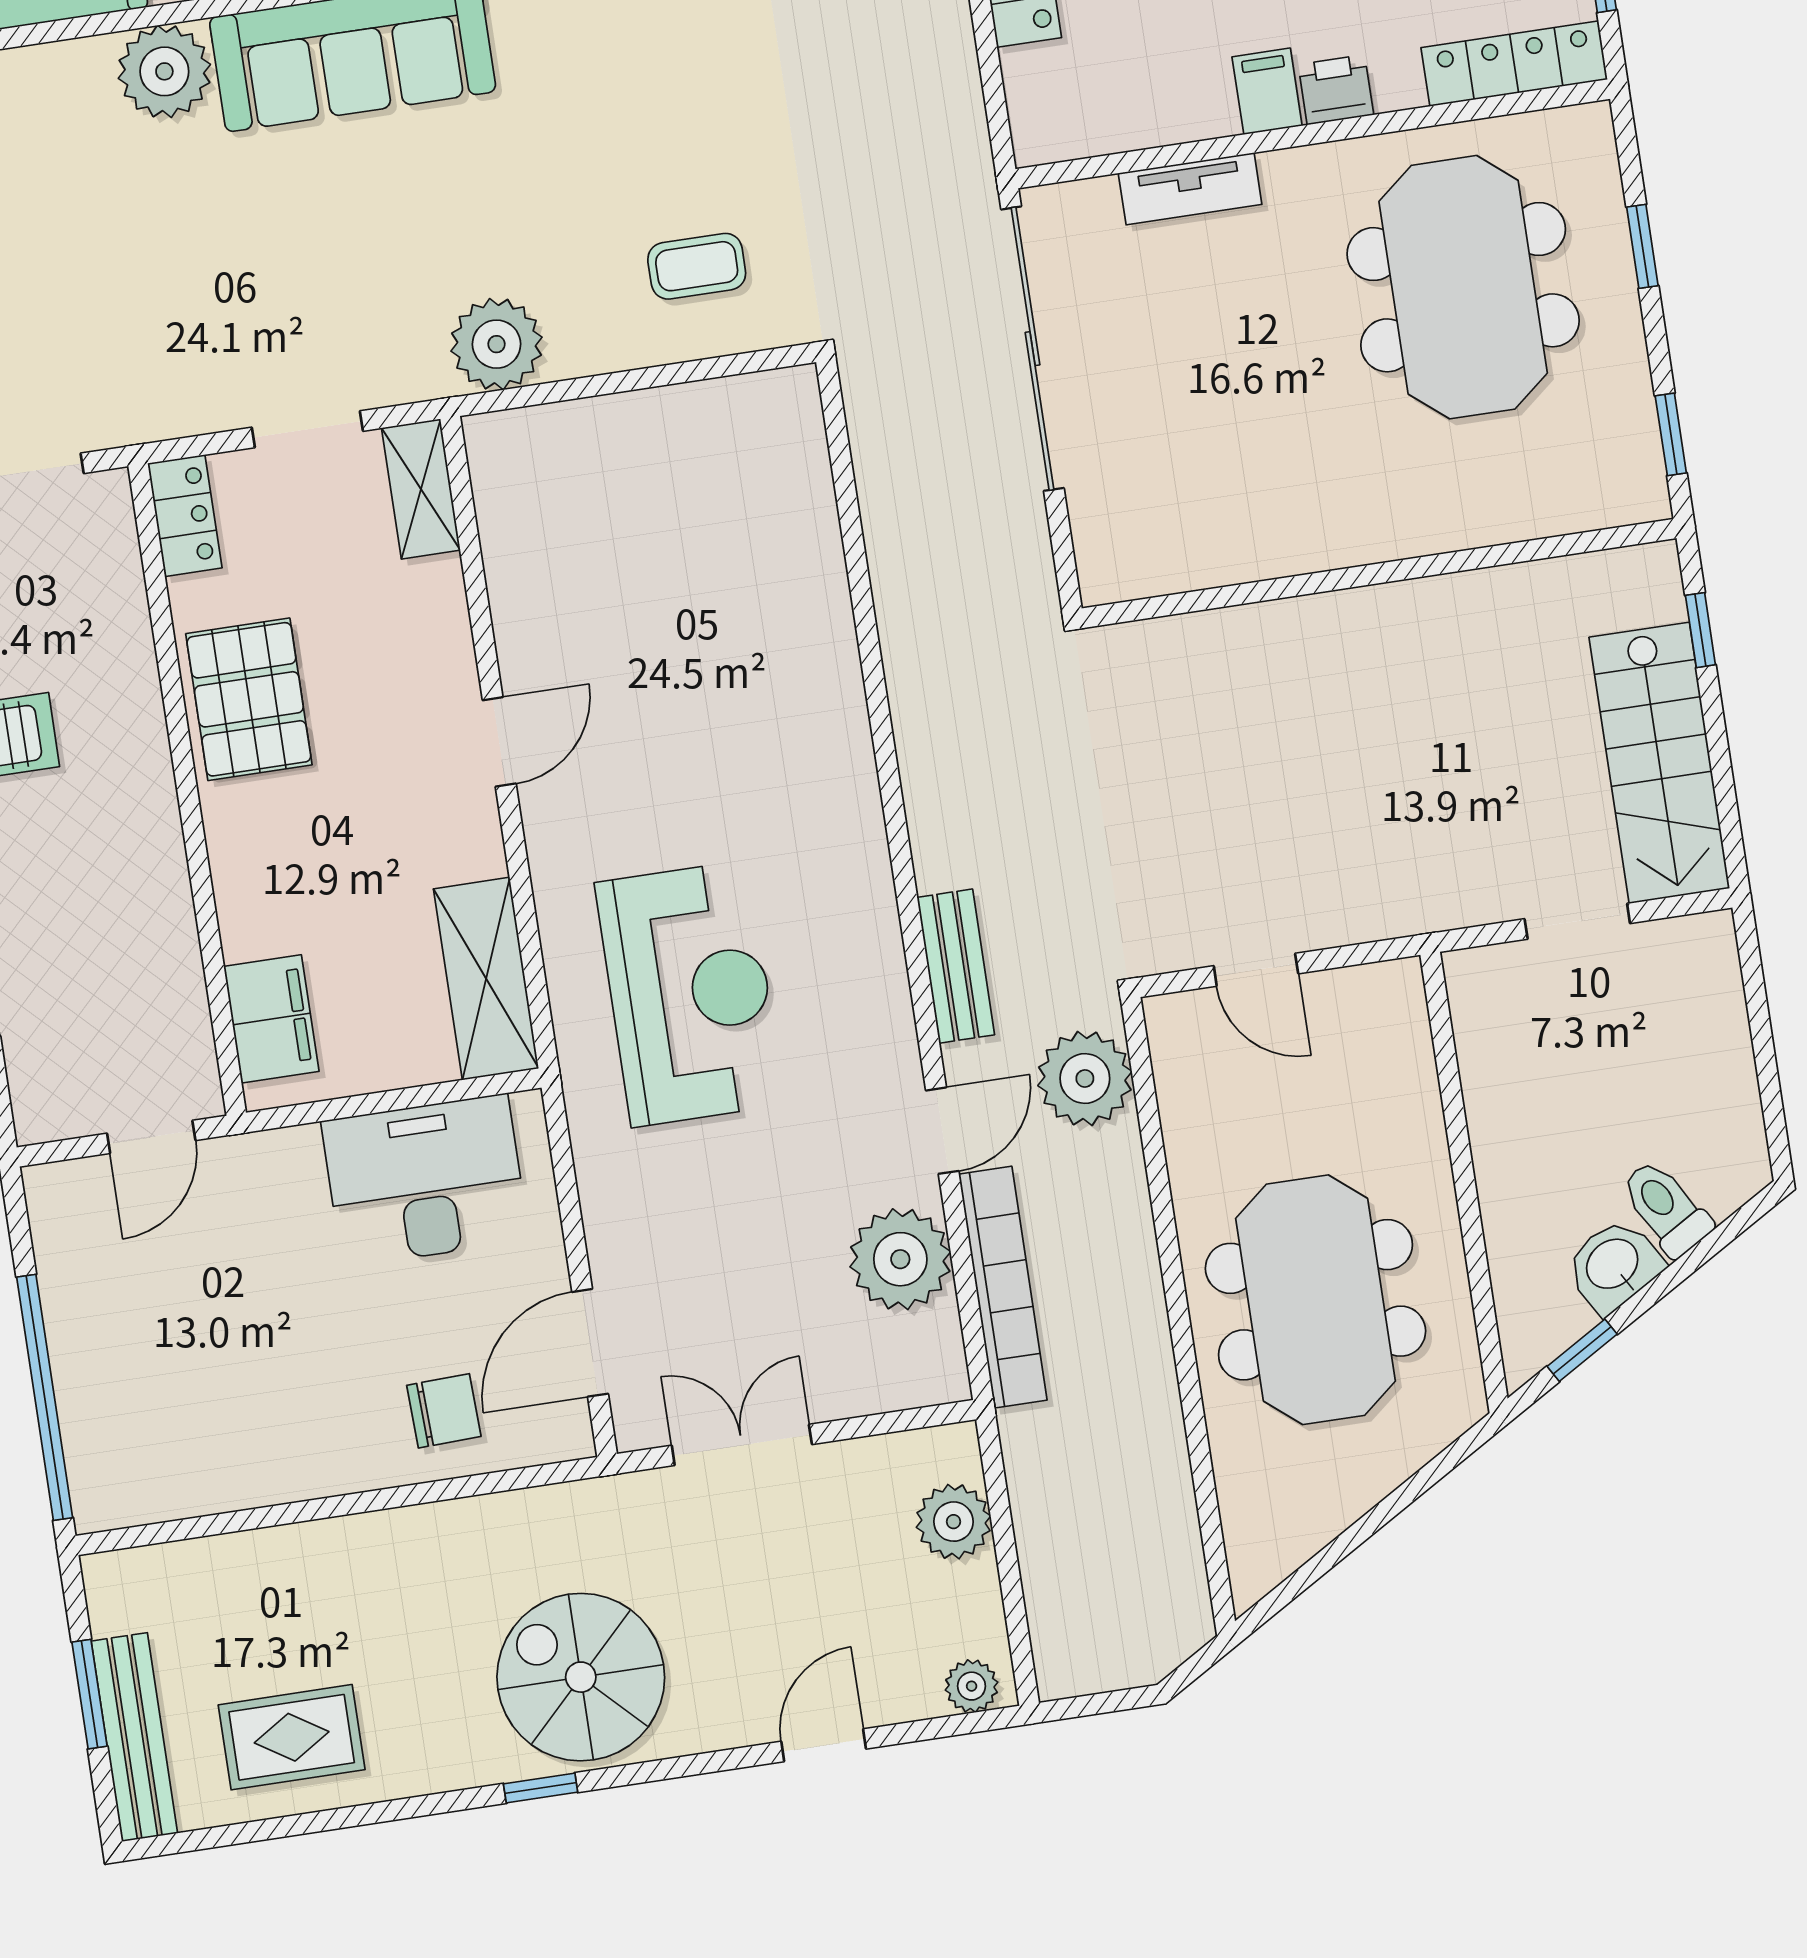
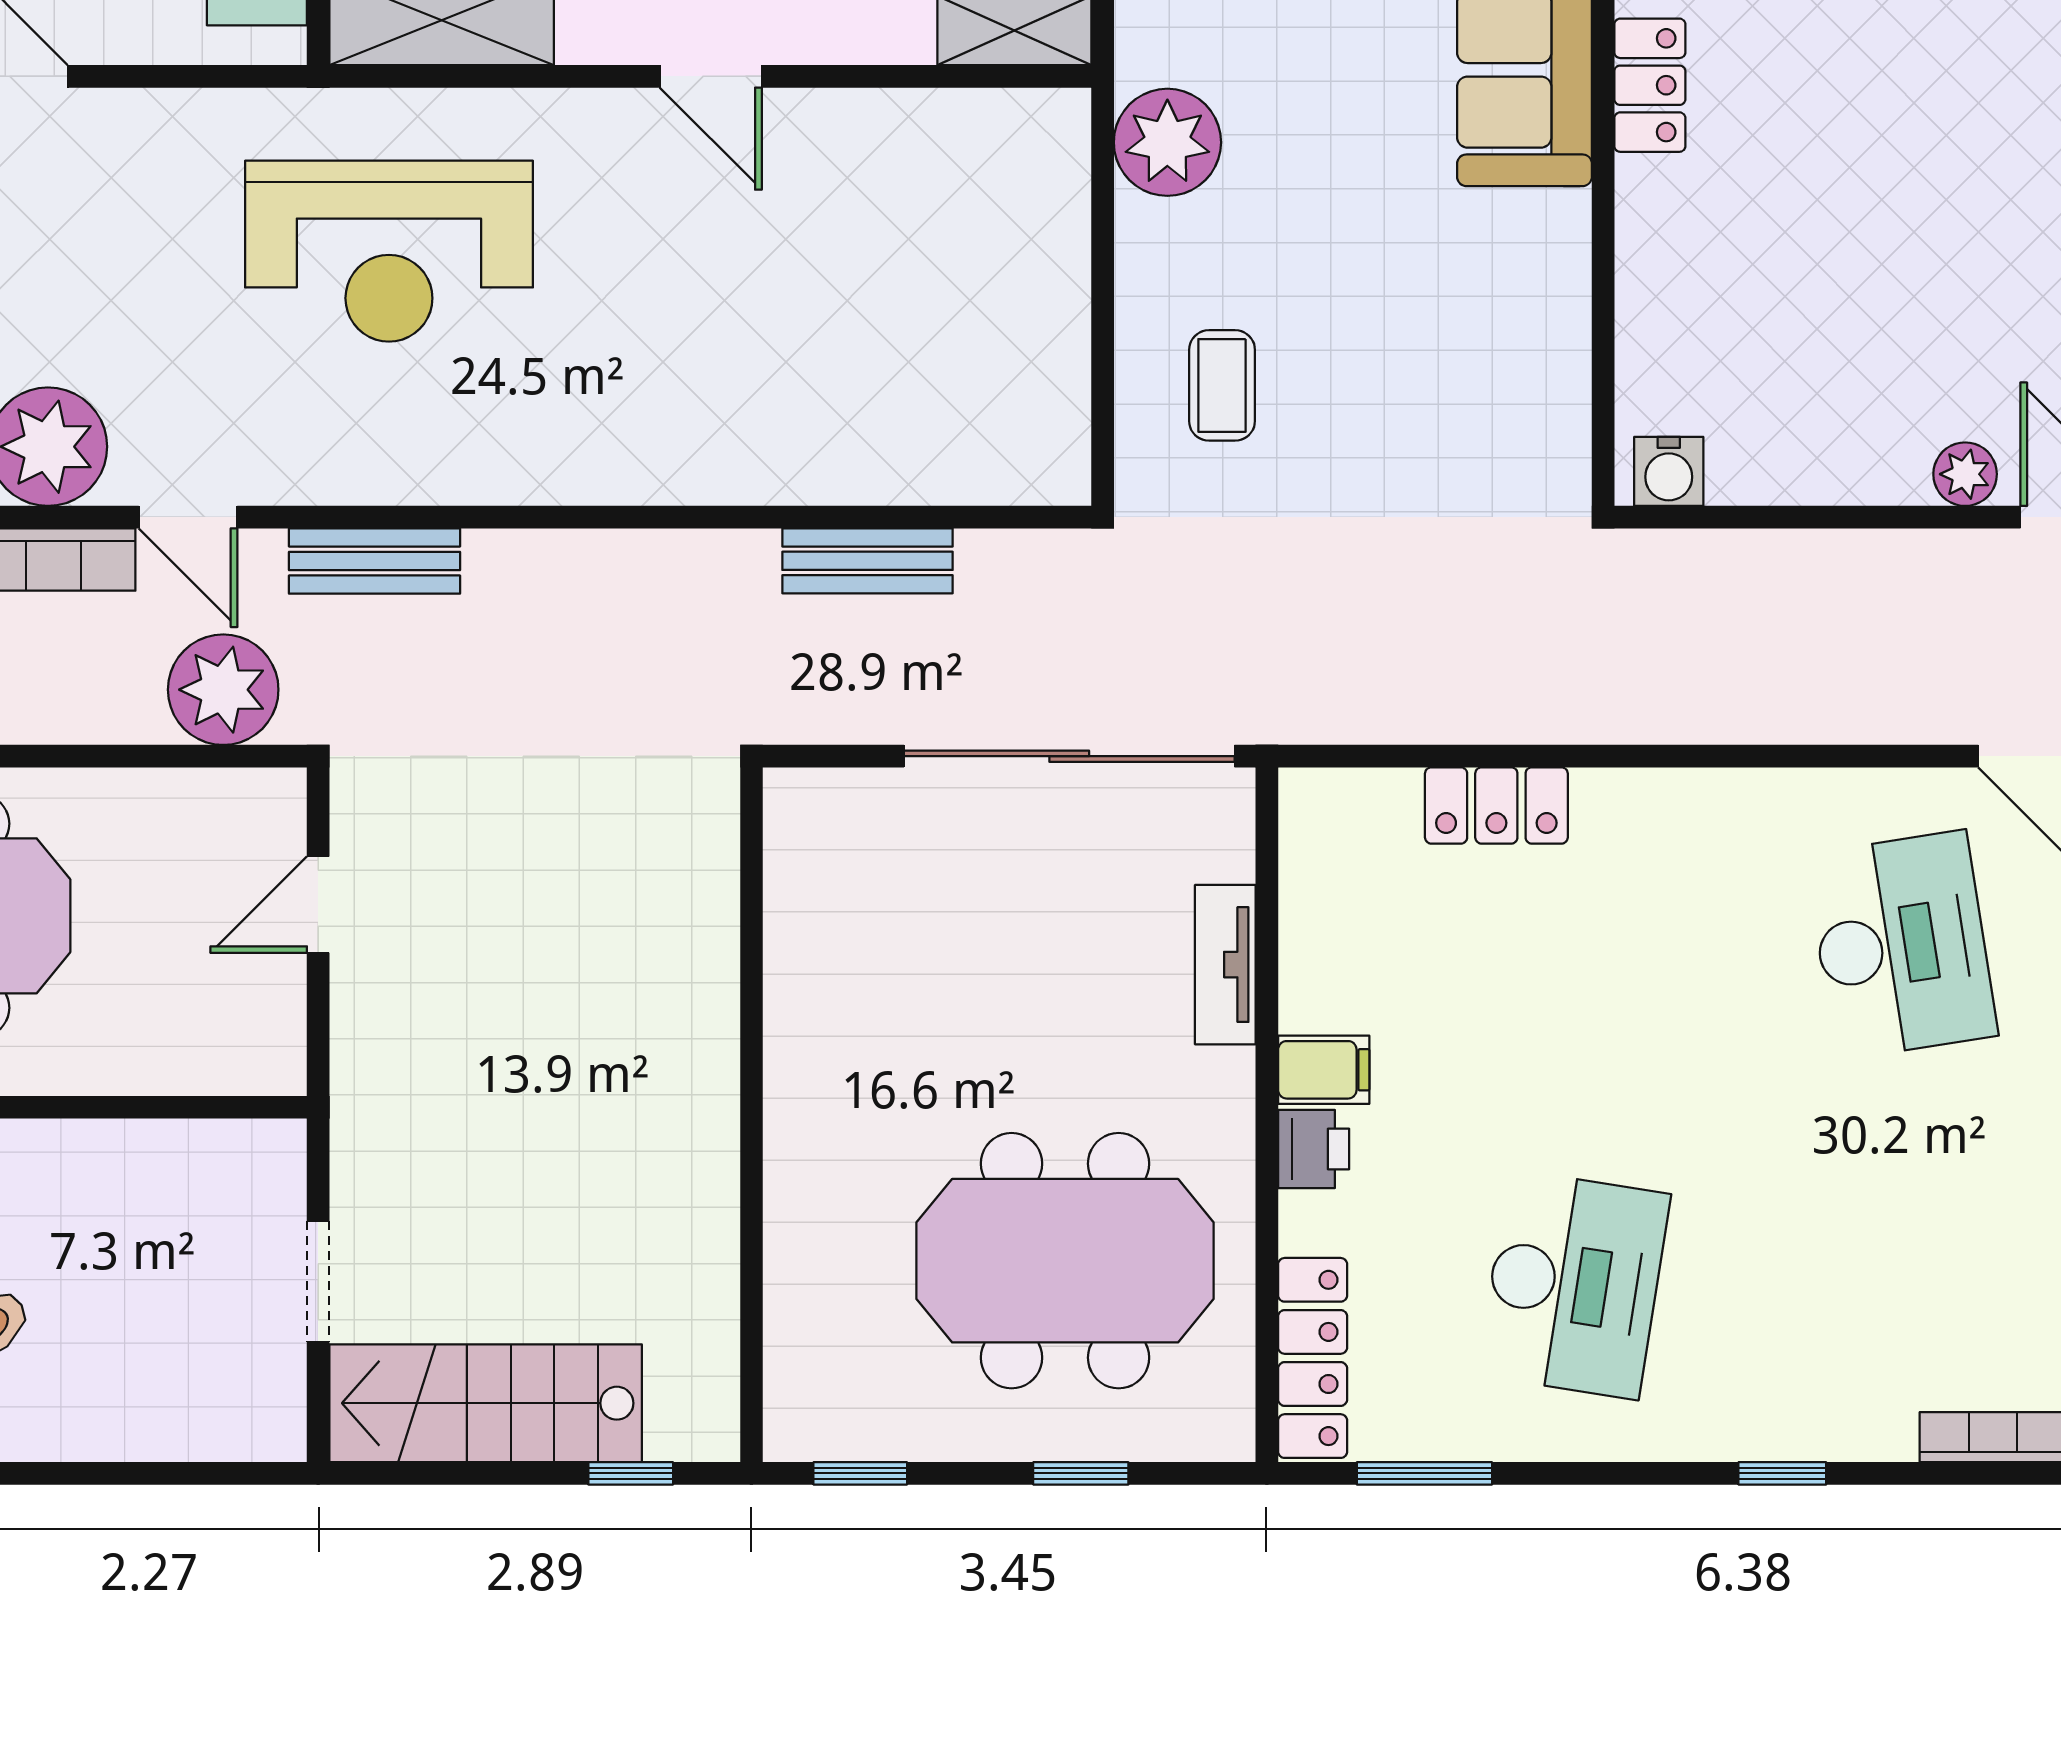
bench: (892, 546) -> (867, 561), added

